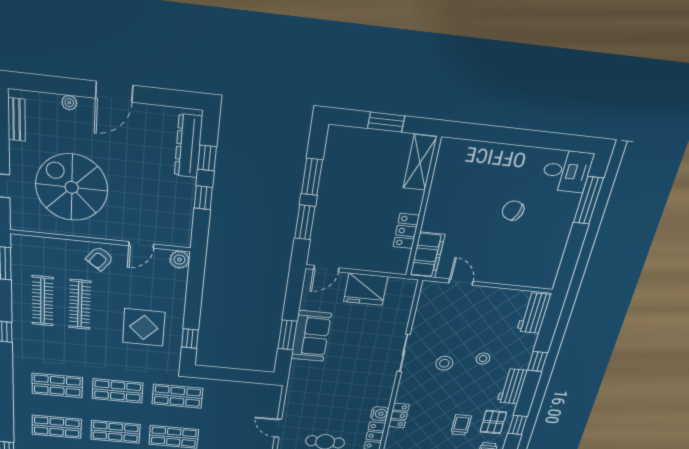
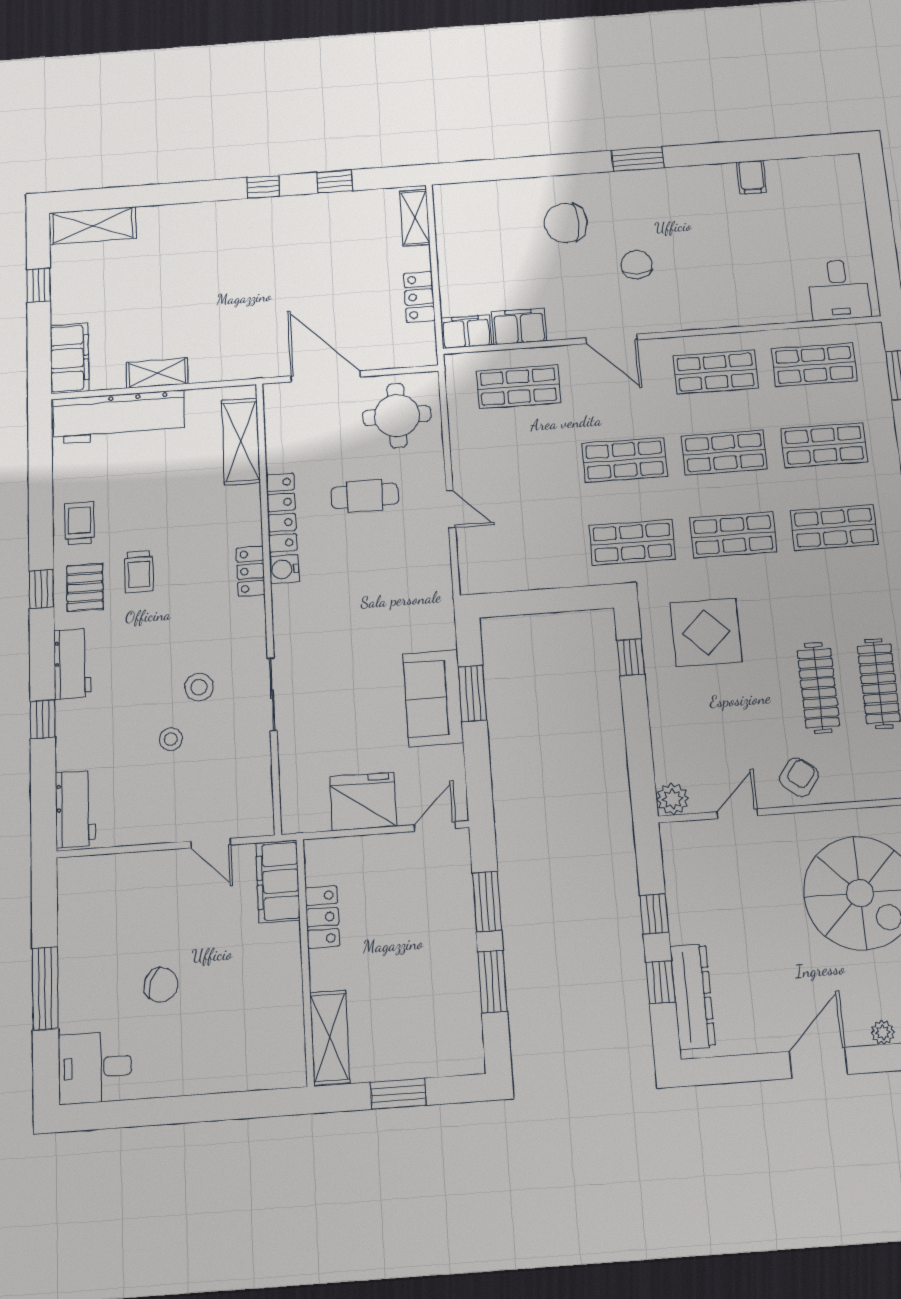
window: (588, 200) -> (45, 988), moved
display table: (144, 327) -> (706, 632), moved
stool: (483, 359) -> (171, 739), moved

